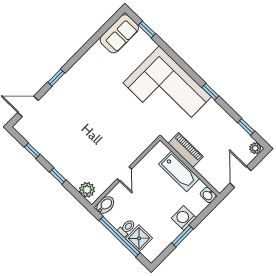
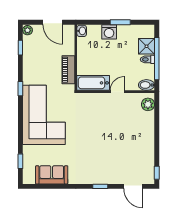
sofa: (119, 34) -> (52, 175), moved
window: (32, 151) -> (157, 173), moved
bathtub: (179, 171) -> (93, 83), moved, turned -90
window: (58, 176) -> (157, 129), removed
door: (241, 177) -> (53, 22), hinge flipped

